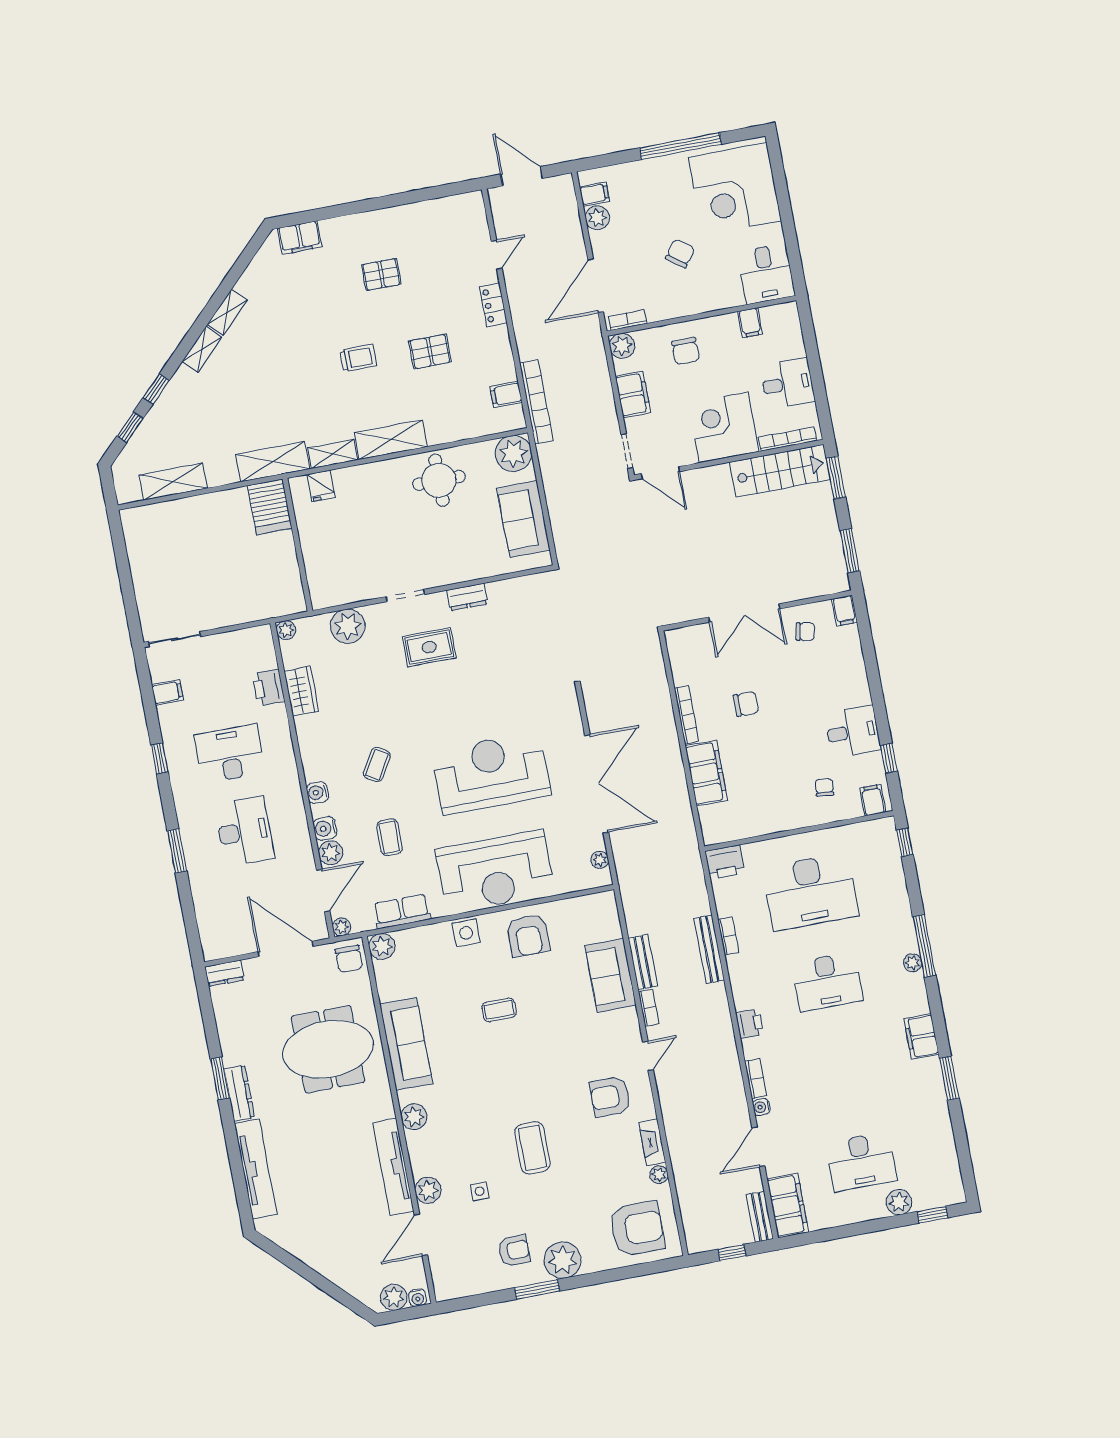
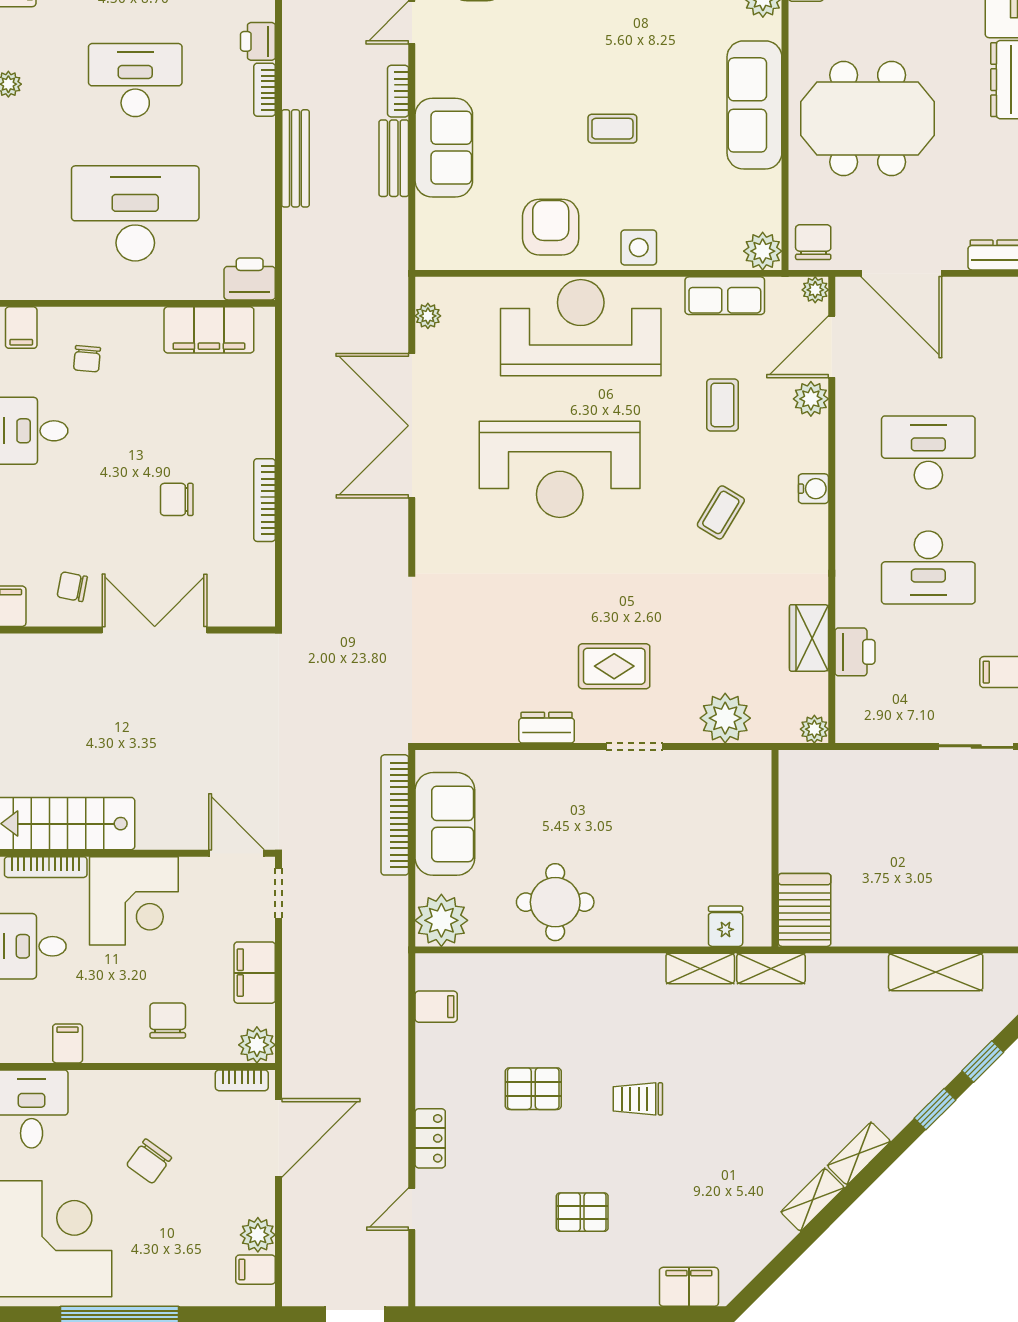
bookcase: (536, 402) -> (395, 815), moved
shelving: (391, 440) -> (613, 973), removed
shelving: (273, 462) -> (771, 969), width x0.67, depth x0.75
filing cabinet: (706, 773) -> (209, 330), moved, turned -90
water cooler: (325, 828) -> (812, 435), removed
desk: (244, 831) -> (928, 452), turned 90
bookcase: (728, 936) -> (265, 90), moved

